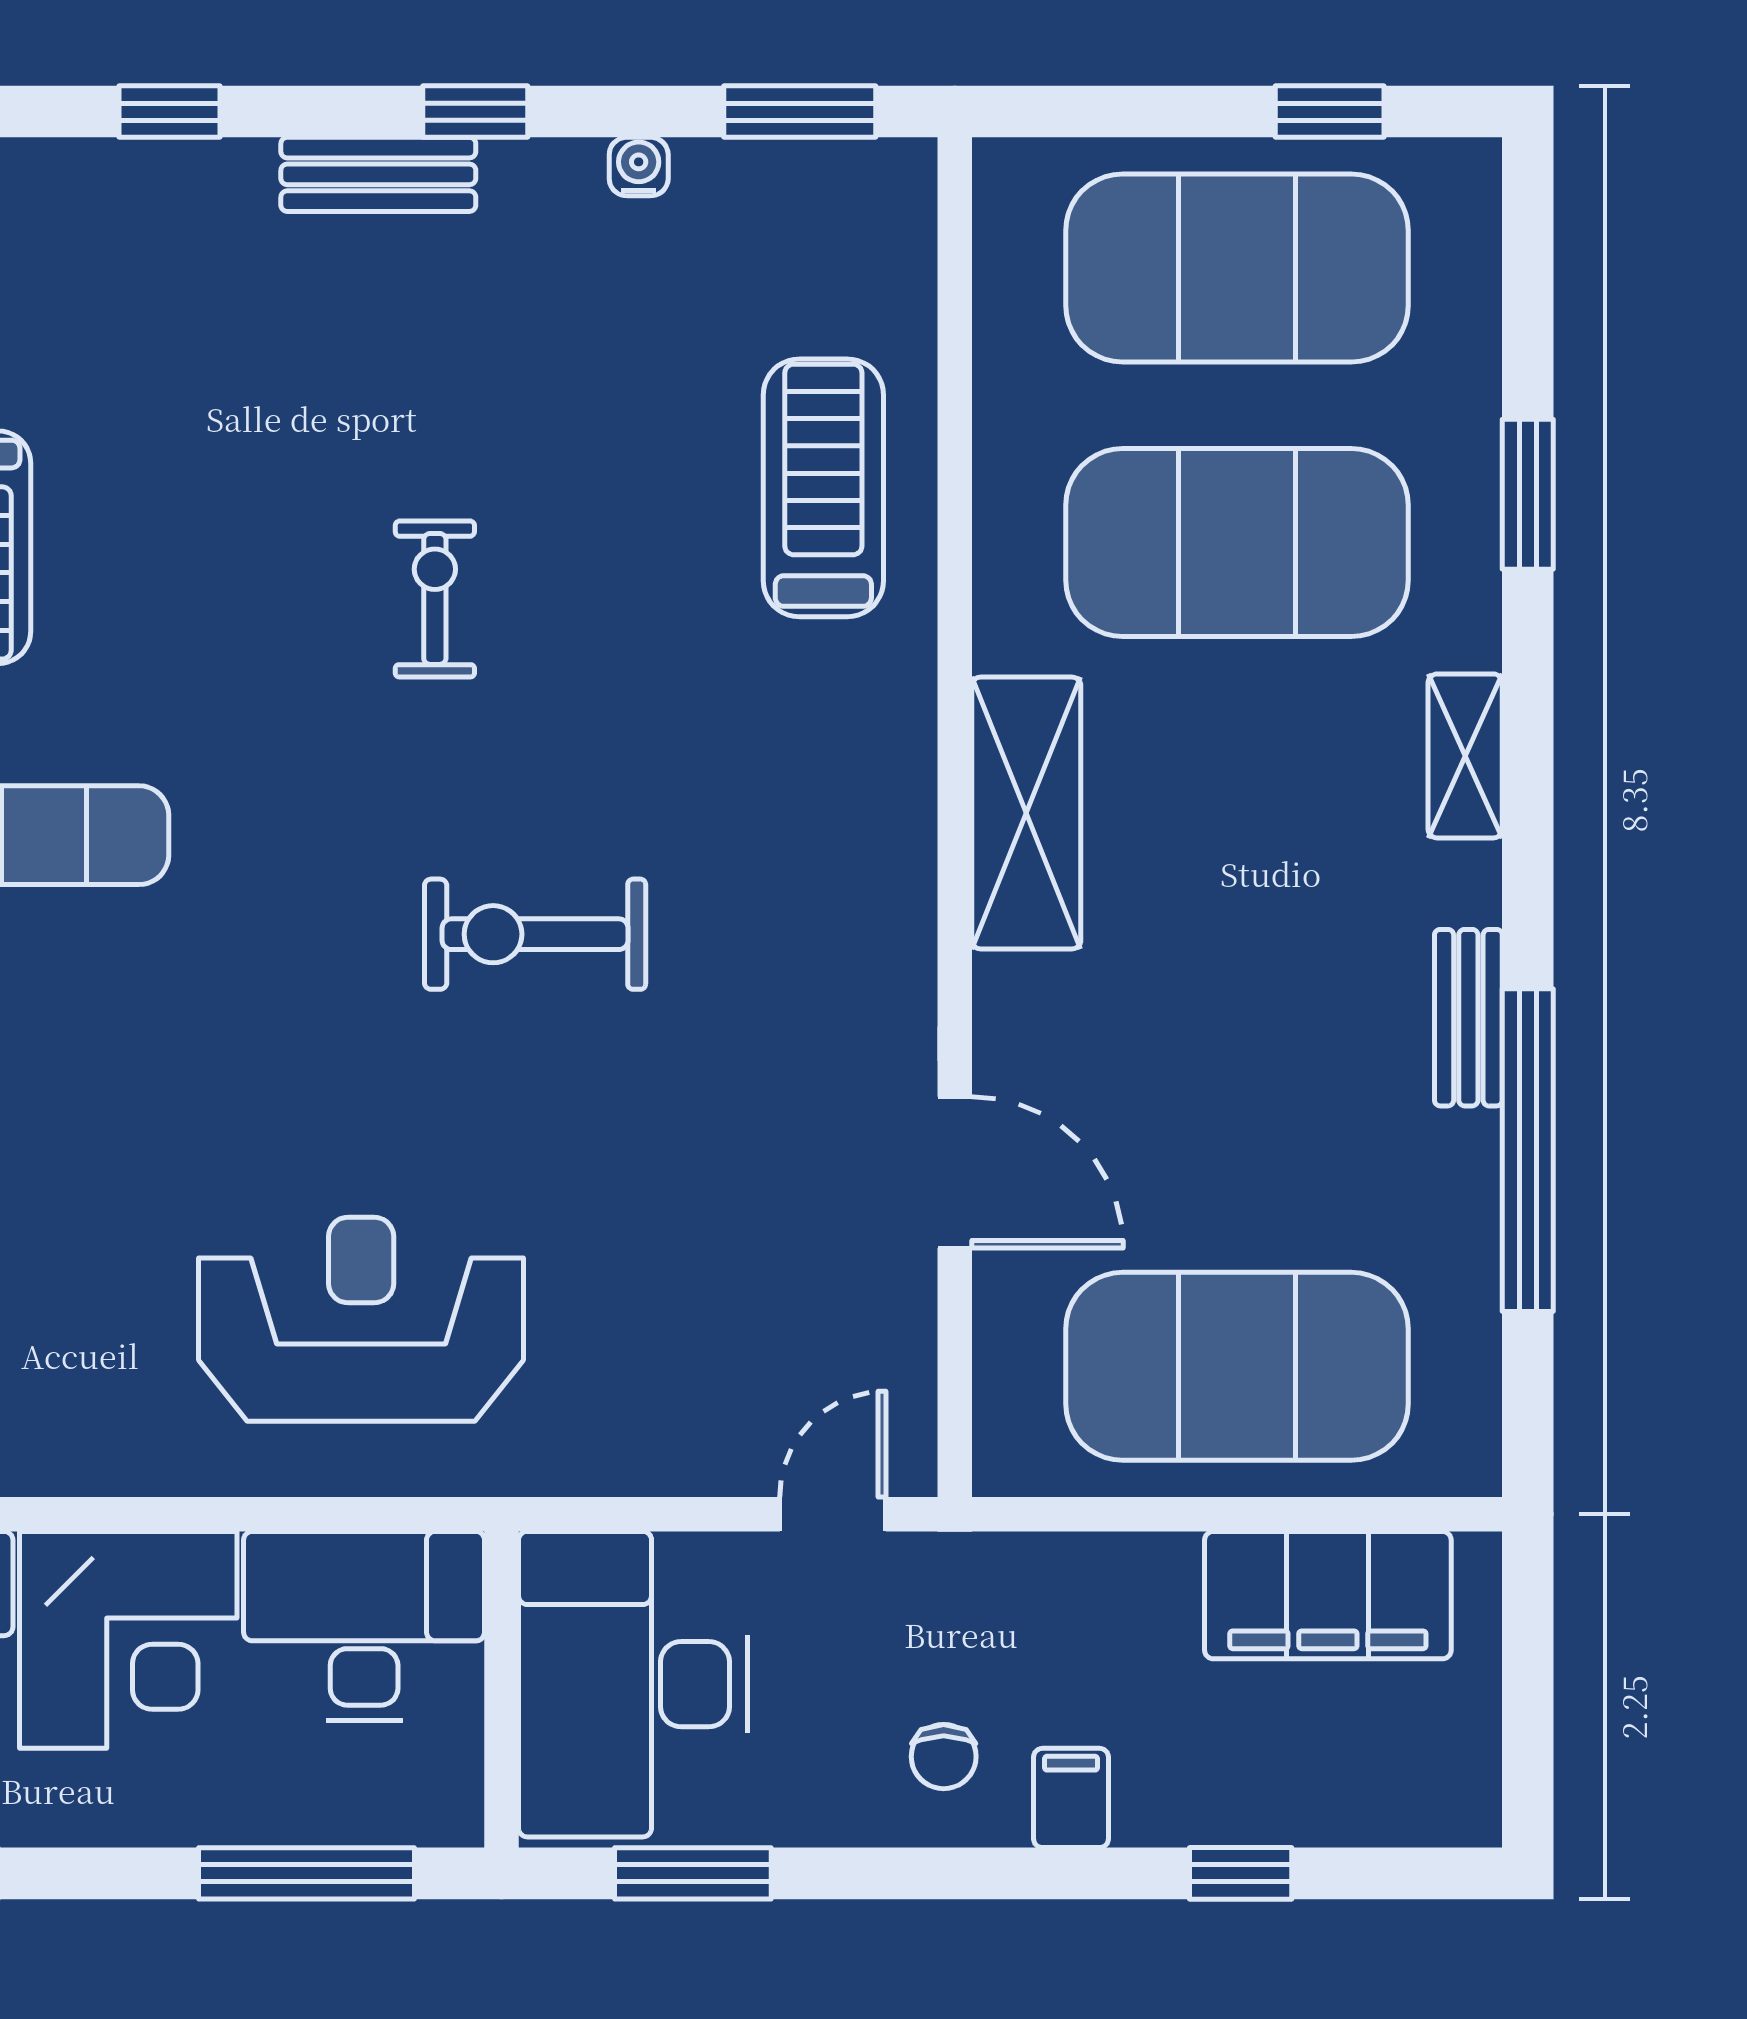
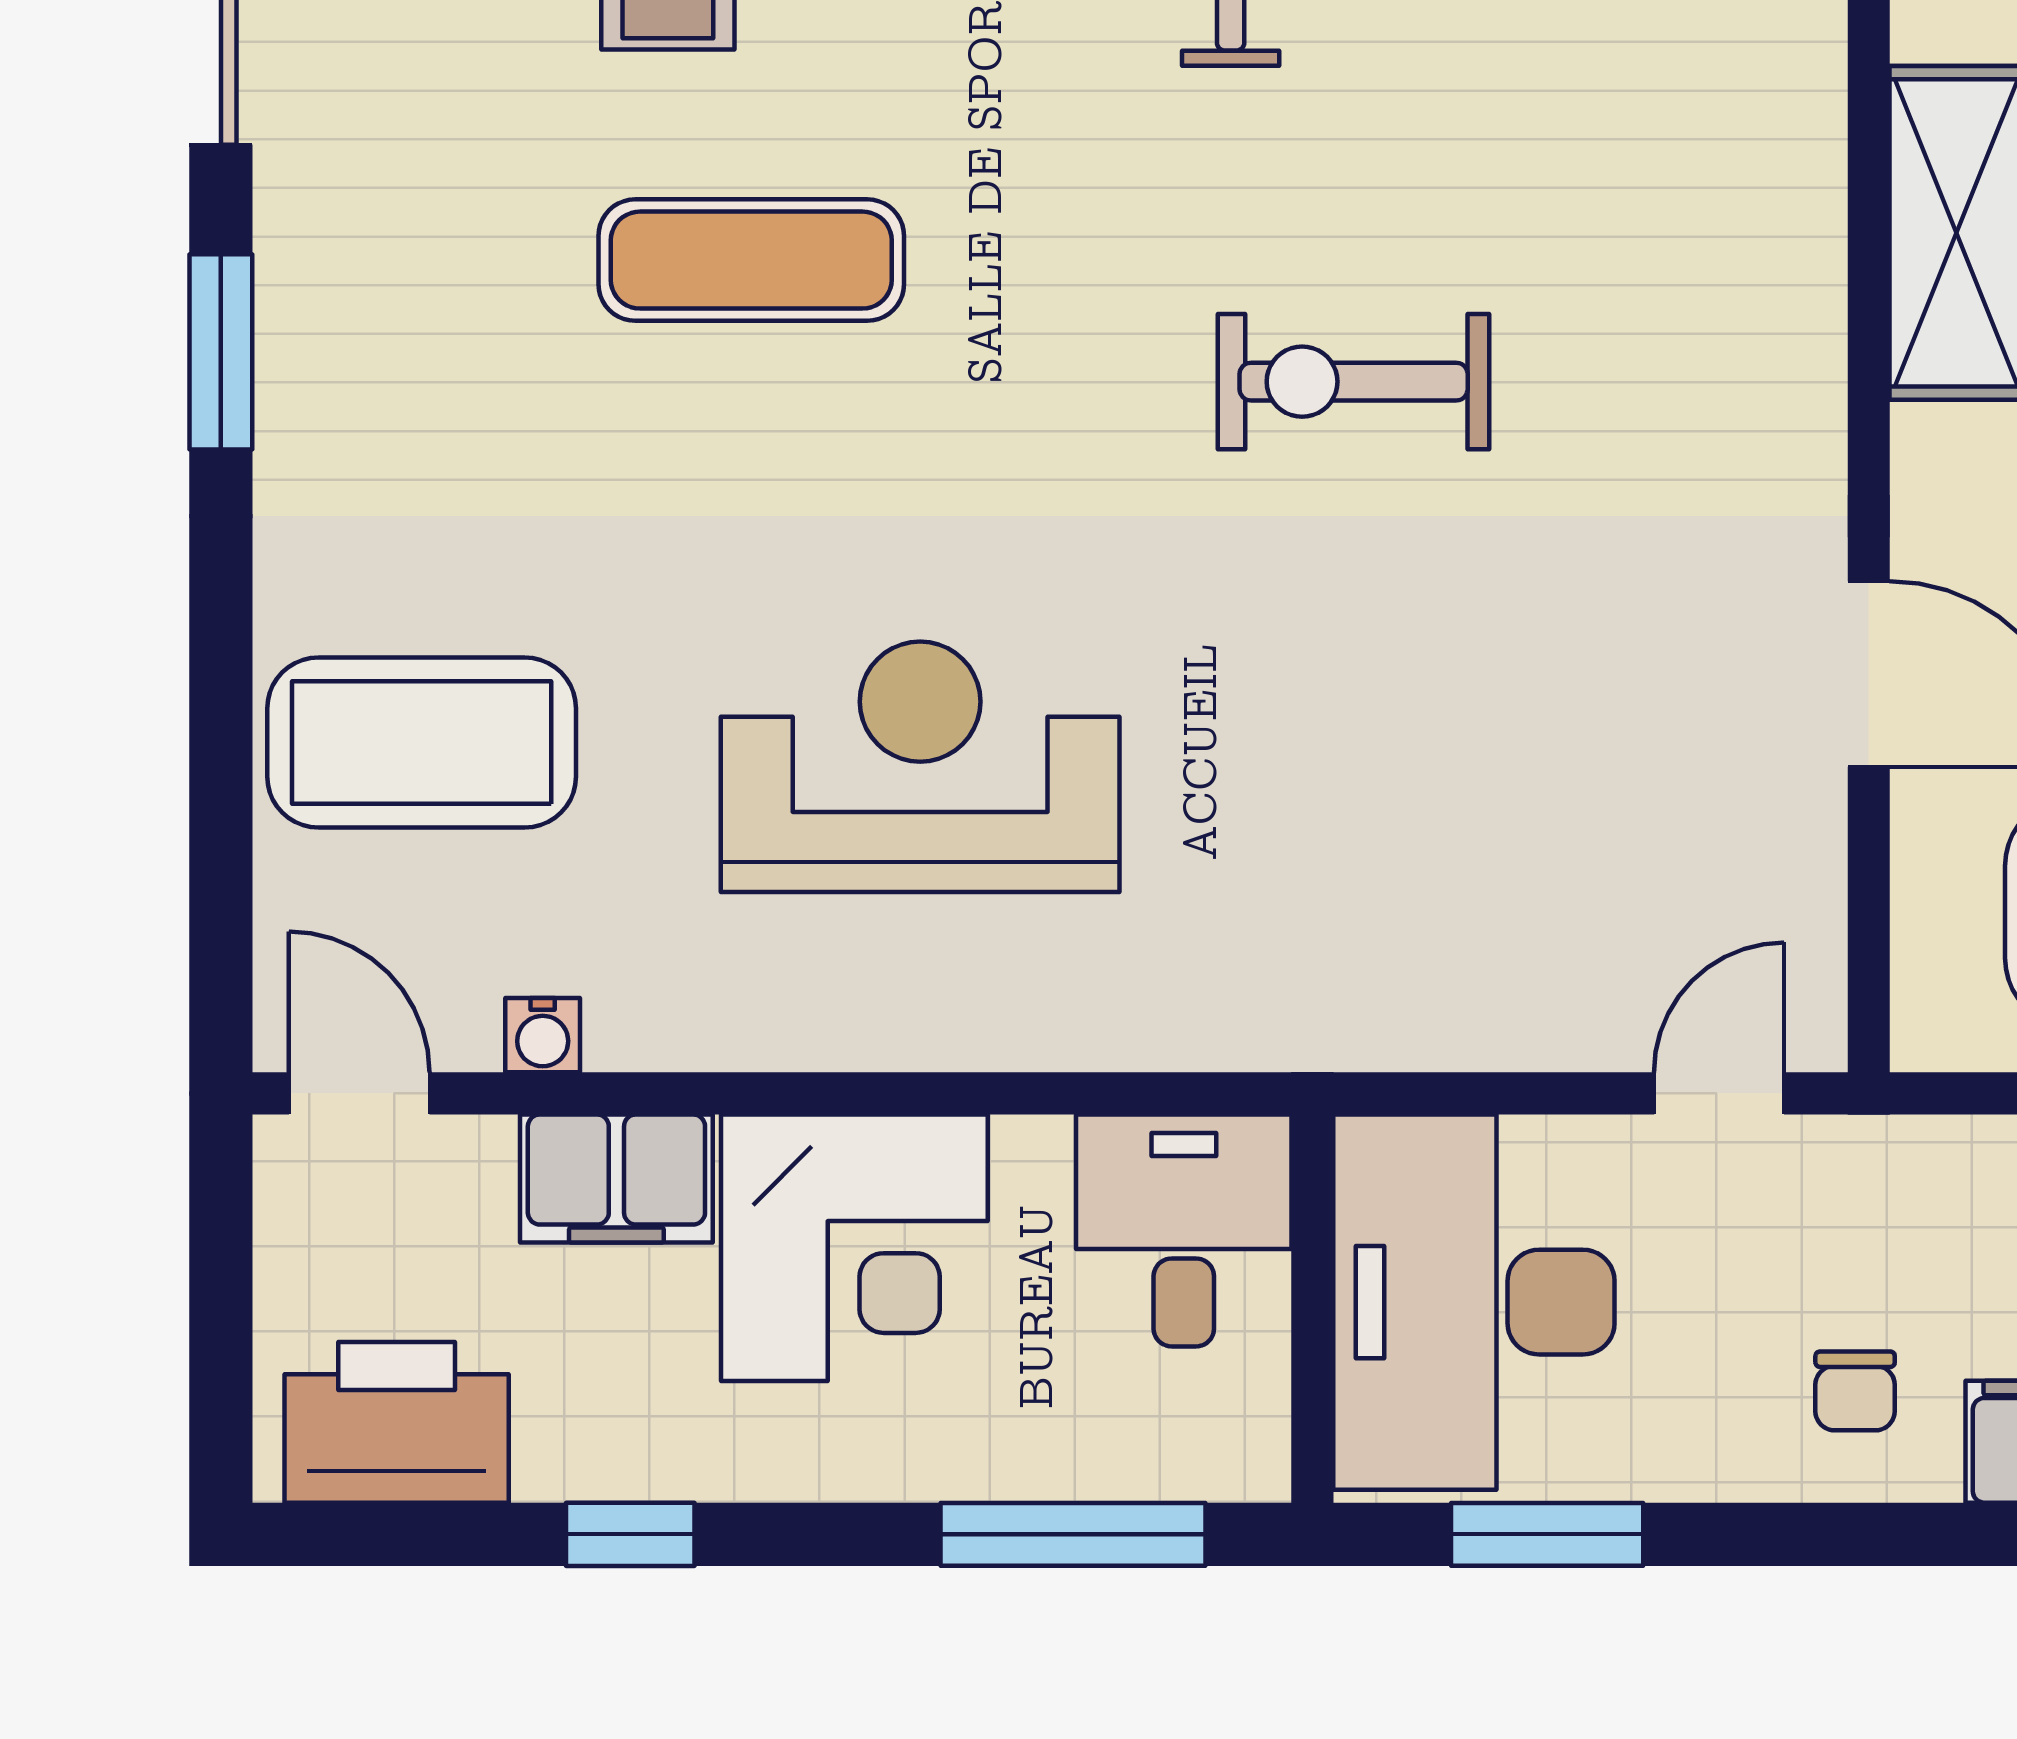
reception desk: (361, 1319) -> (920, 767), moved
desk: (364, 1626) -> (1184, 1230), width x0.73

